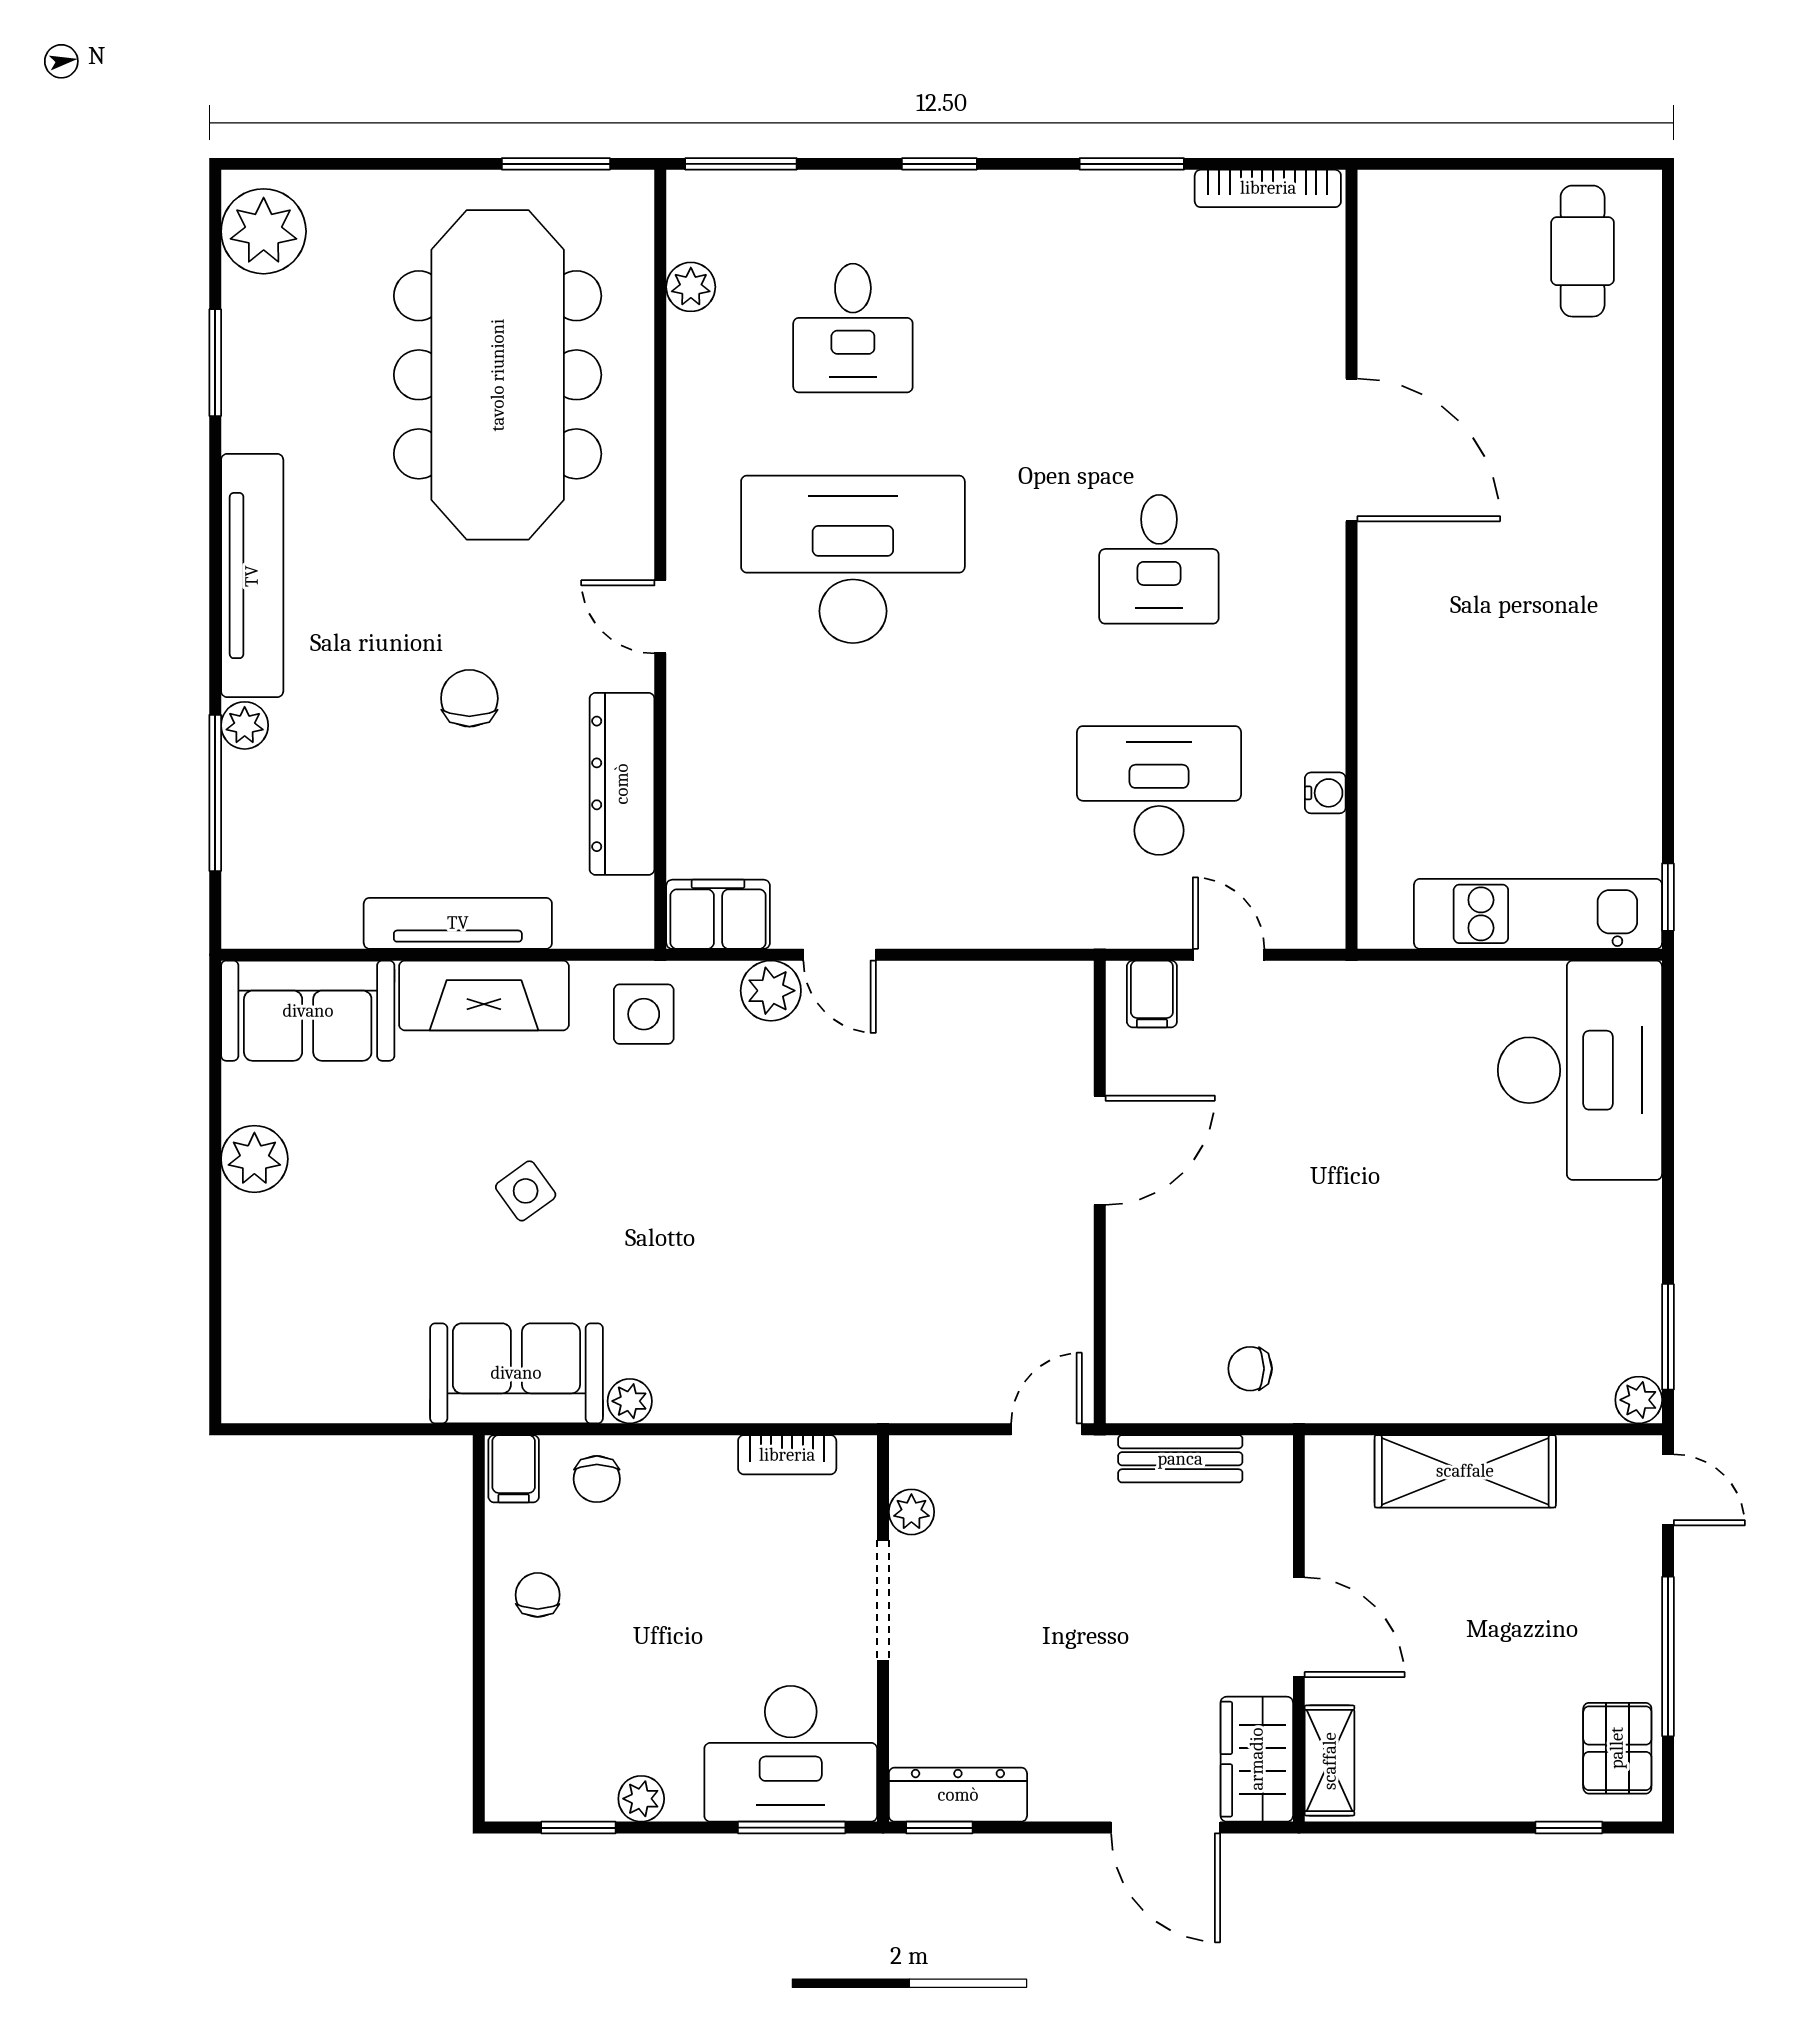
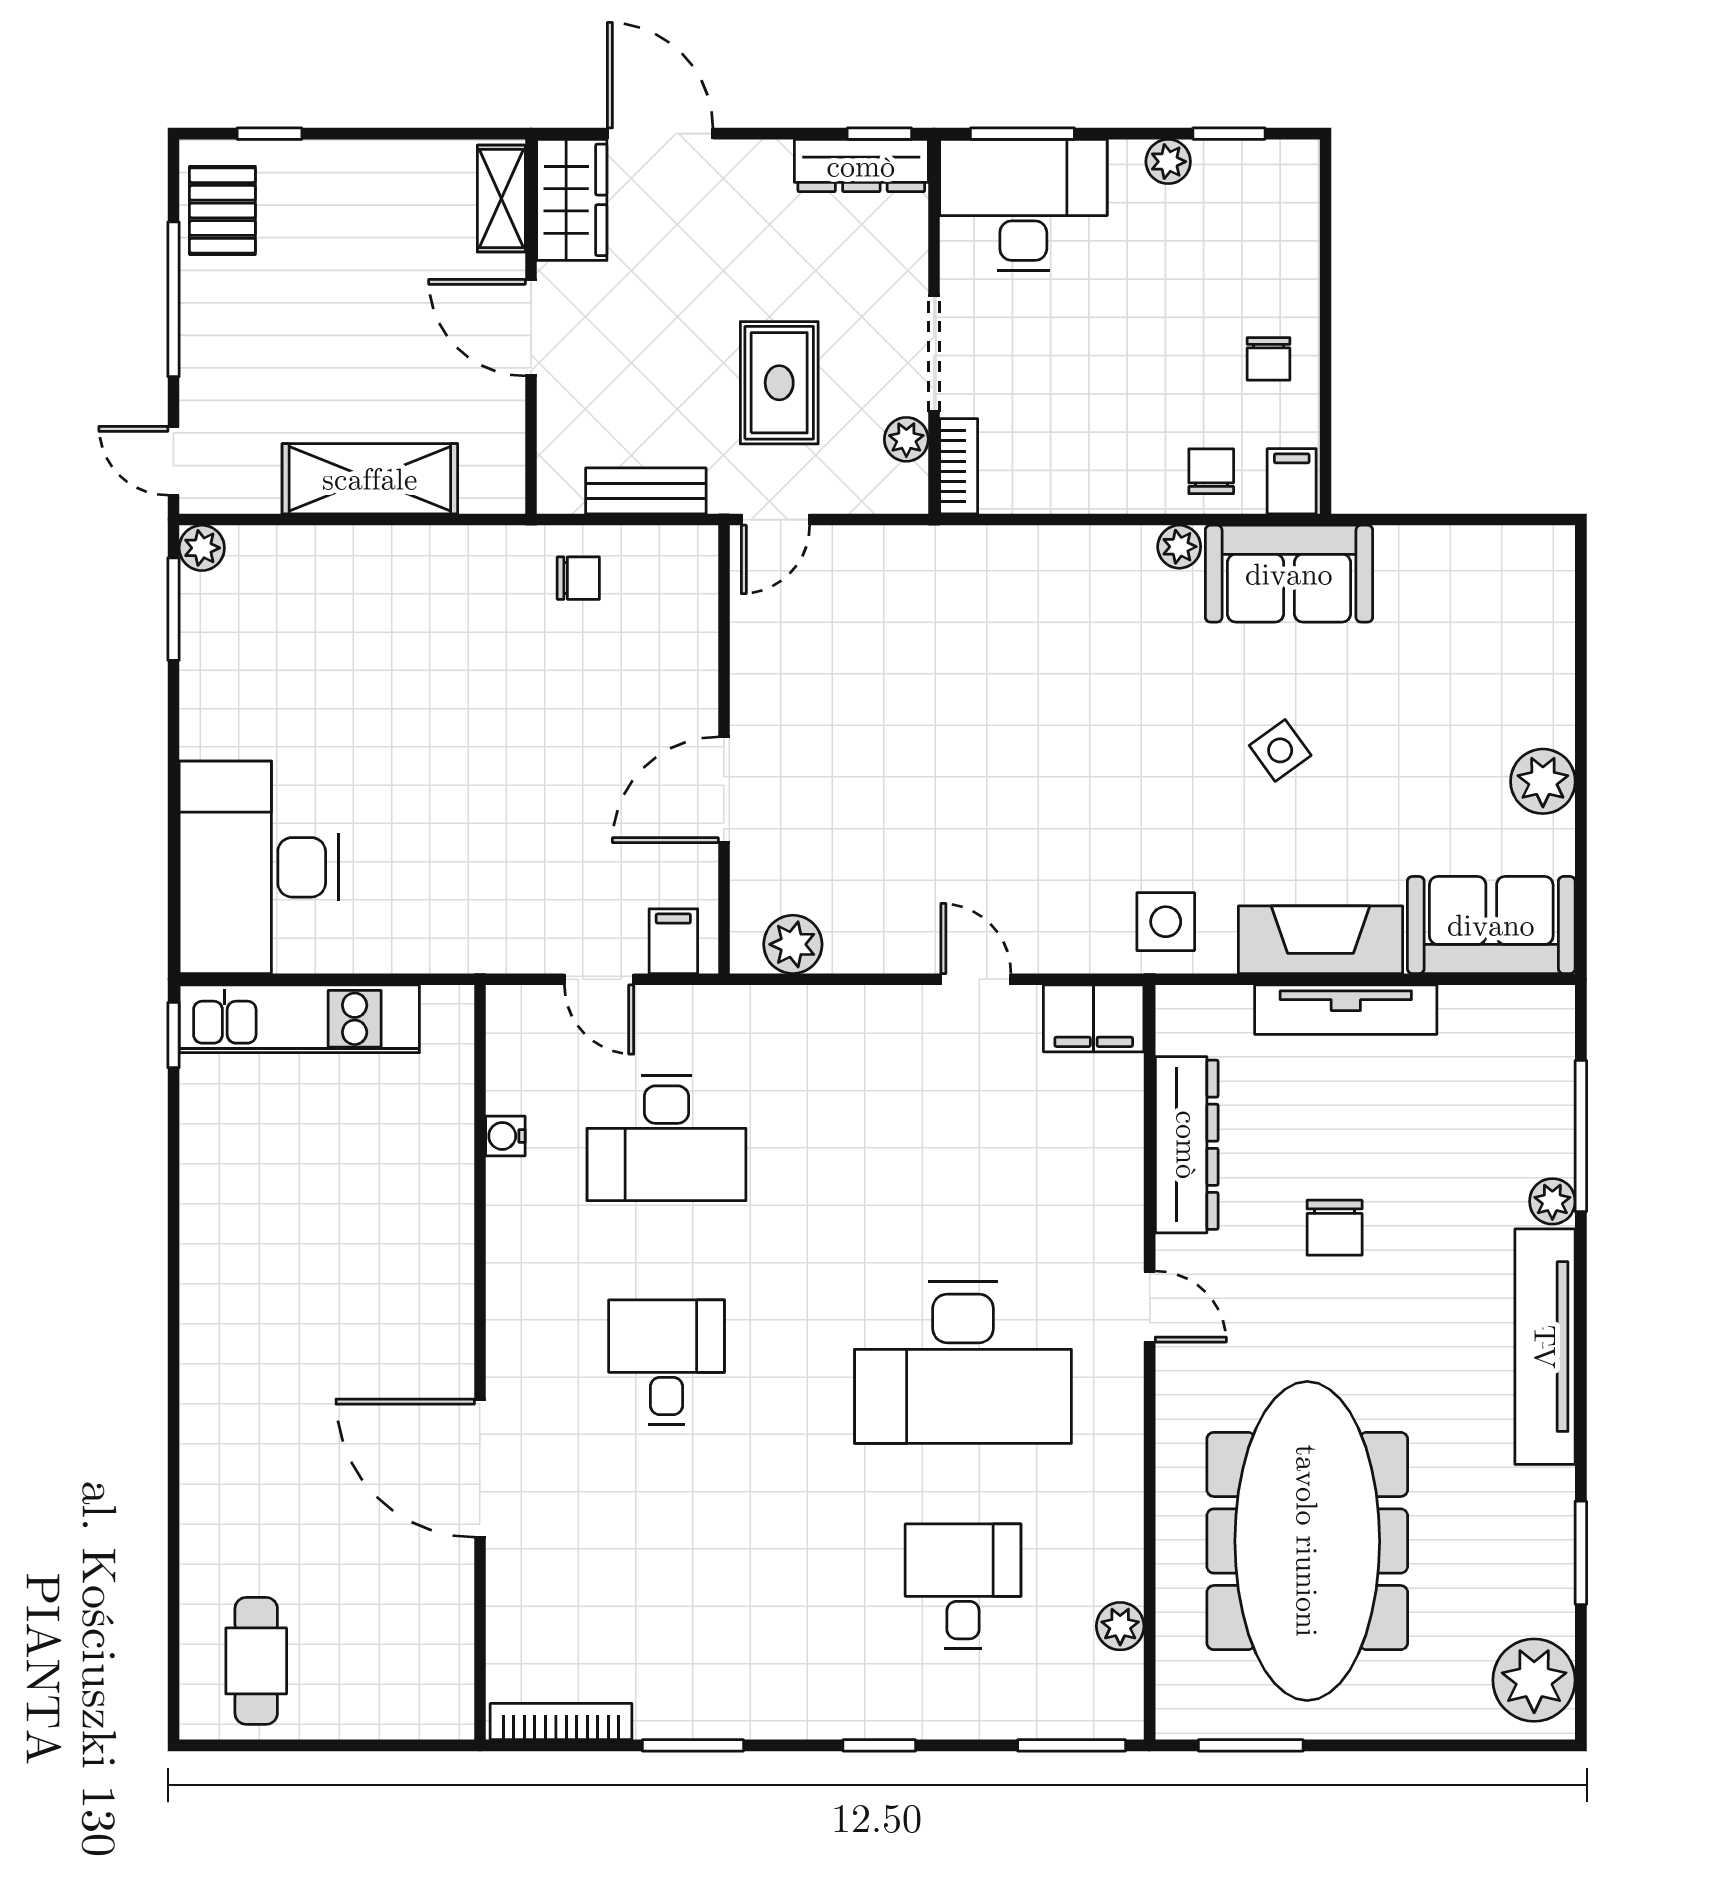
plant: (771, 991) -> (793, 944), moved
bookcase: (787, 1455) -> (959, 466), moved, turned 90
rug: (1043, 1570) -> (779, 383), added

